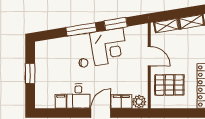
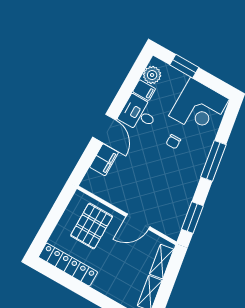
window: (116, 24) -> (192, 217), moved
corner desk: (109, 47) -> (199, 107), moved, turned -81
window: (30, 73) -> (184, 66), moved
plant: (139, 102) -> (152, 75), moved

